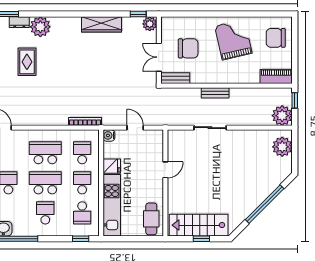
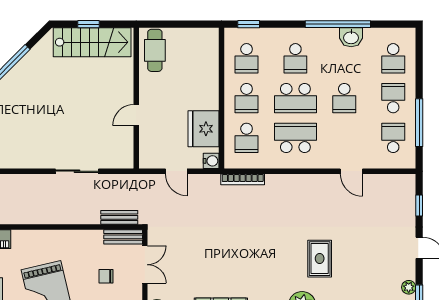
chair: (188, 48) -> (106, 276), width x0.54, depth x0.54
bench: (215, 93) -> (119, 217), moved
school desk: (45, 153) -> (295, 138), turned 180
fridge: (112, 166) -> (204, 129), width x1.88, depth x1.34
kitchen unit: (112, 205) -> (207, 68), removed
school desk: (82, 213) -> (247, 58), turned 180

